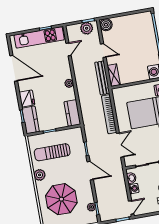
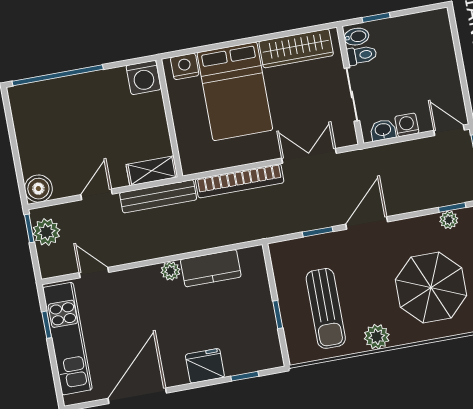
kitchen counter: (72, 113) -> (211, 268), moved
kitchen counter: (31, 120) -> (253, 357), removed

